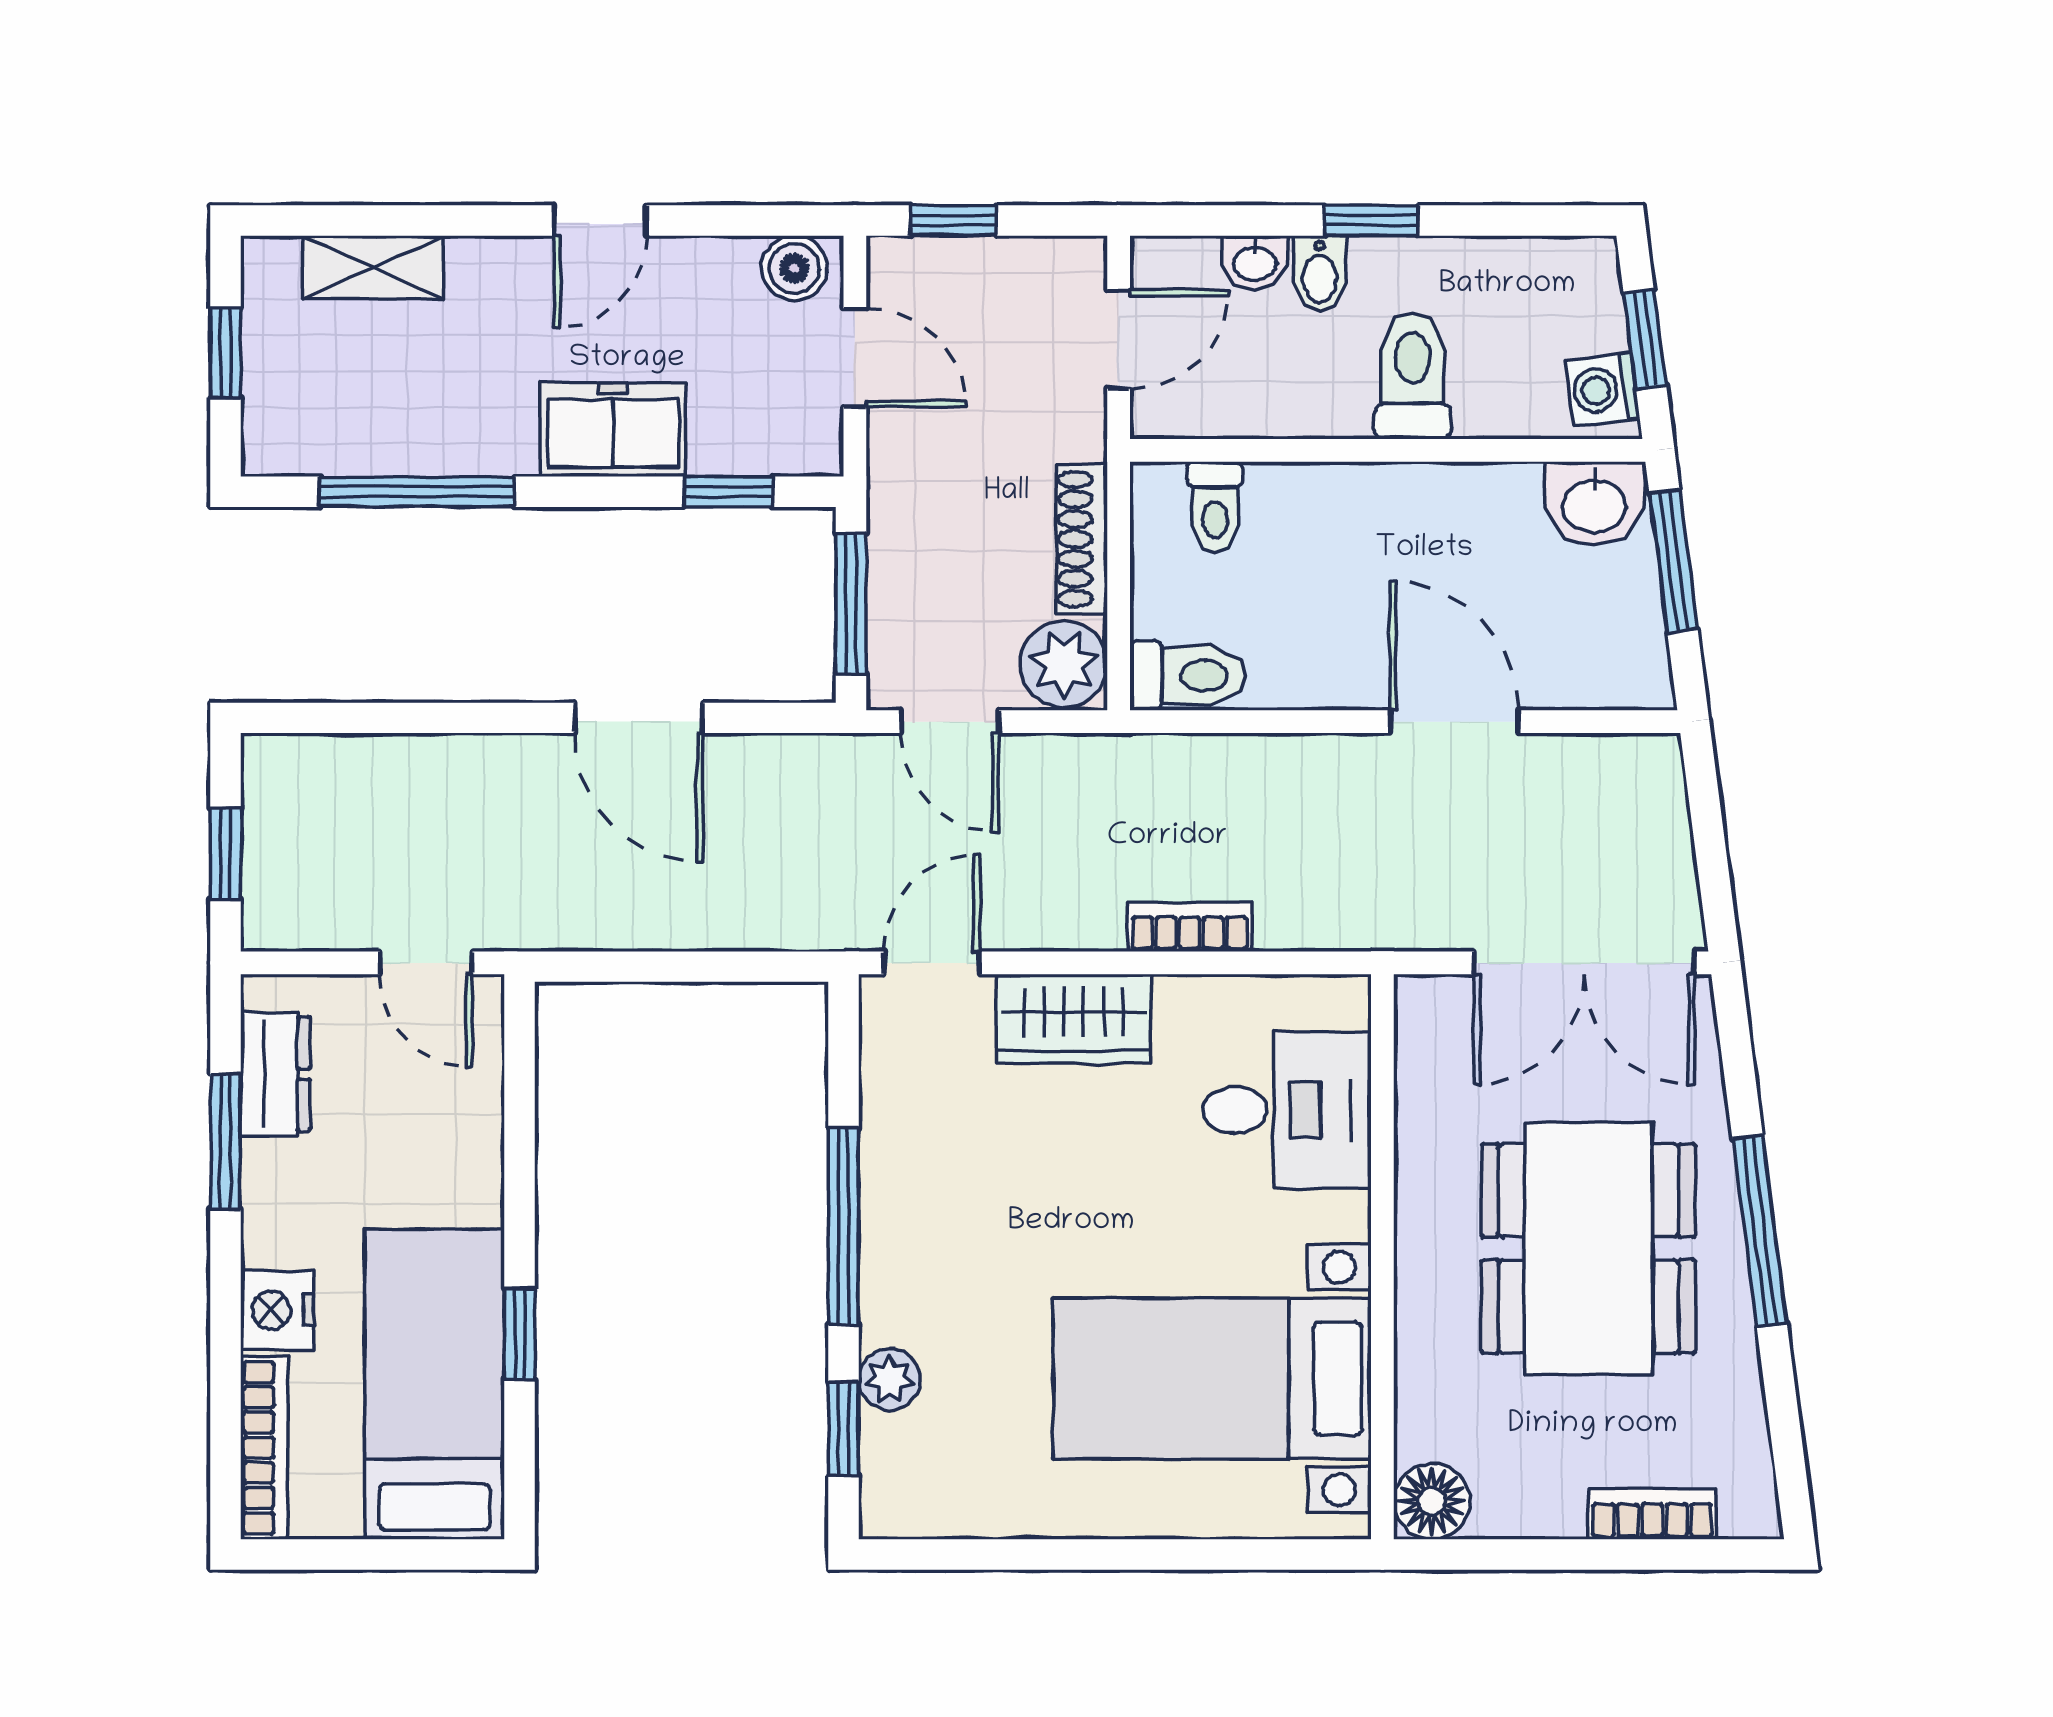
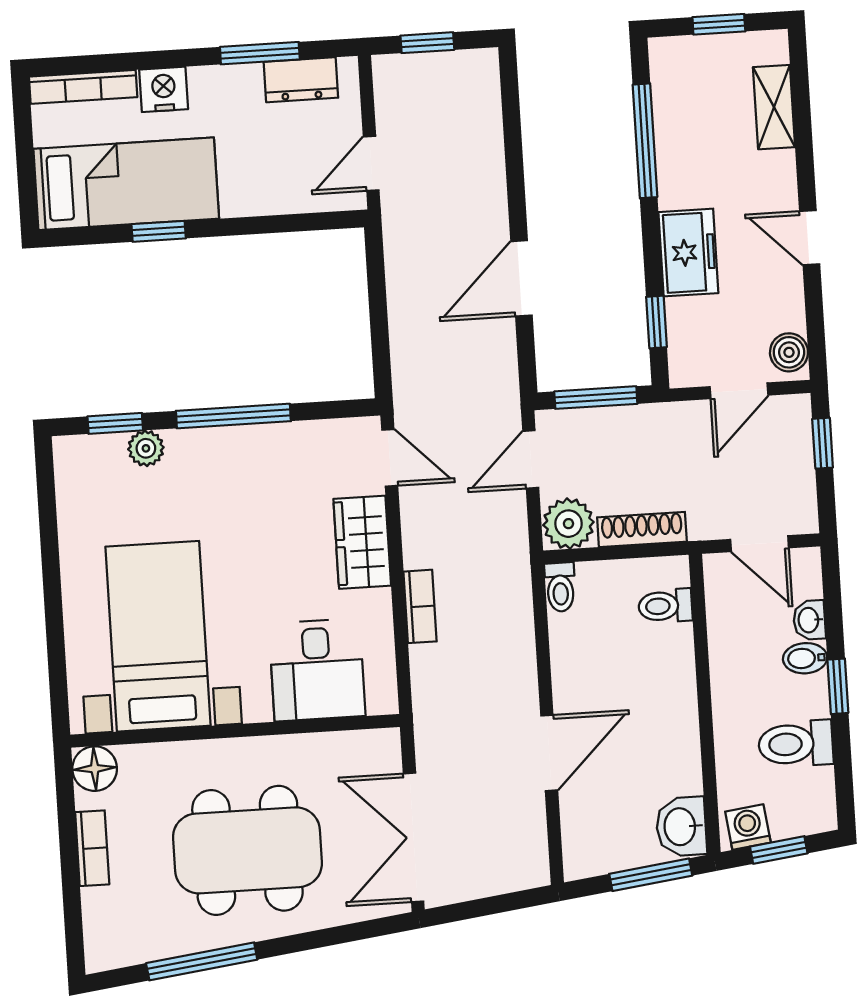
toilet: (1413, 376) -> (796, 744), moved, turned 180
toilet: (1188, 675) -> (560, 587), width x0.73, depth x0.72
window: (1760, 1231) -> (202, 961), moved
bookcase: (1652, 1514) -> (92, 848), moved

